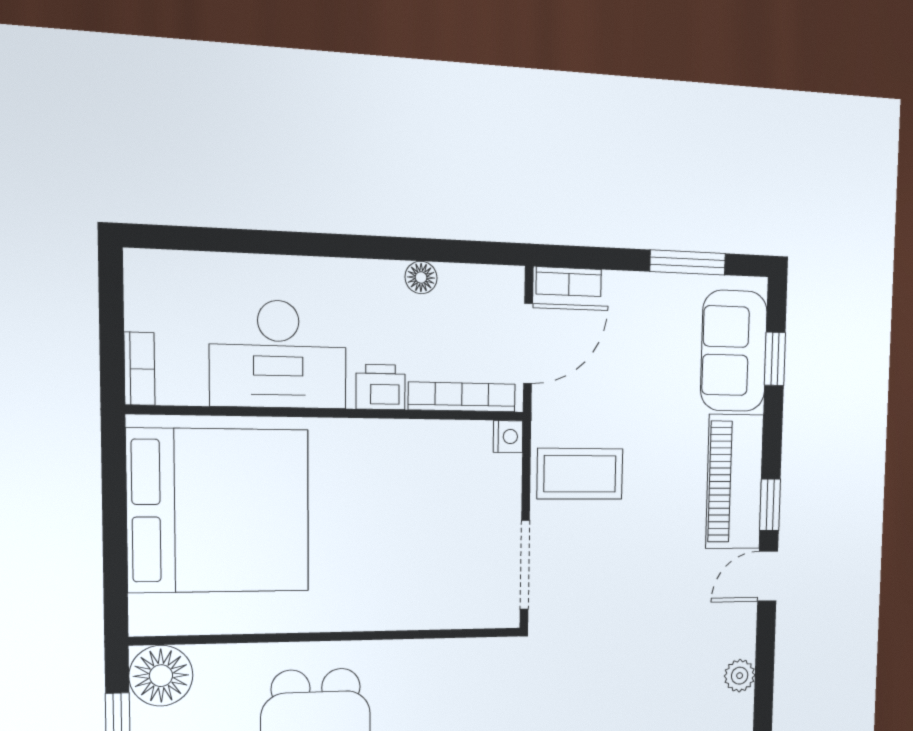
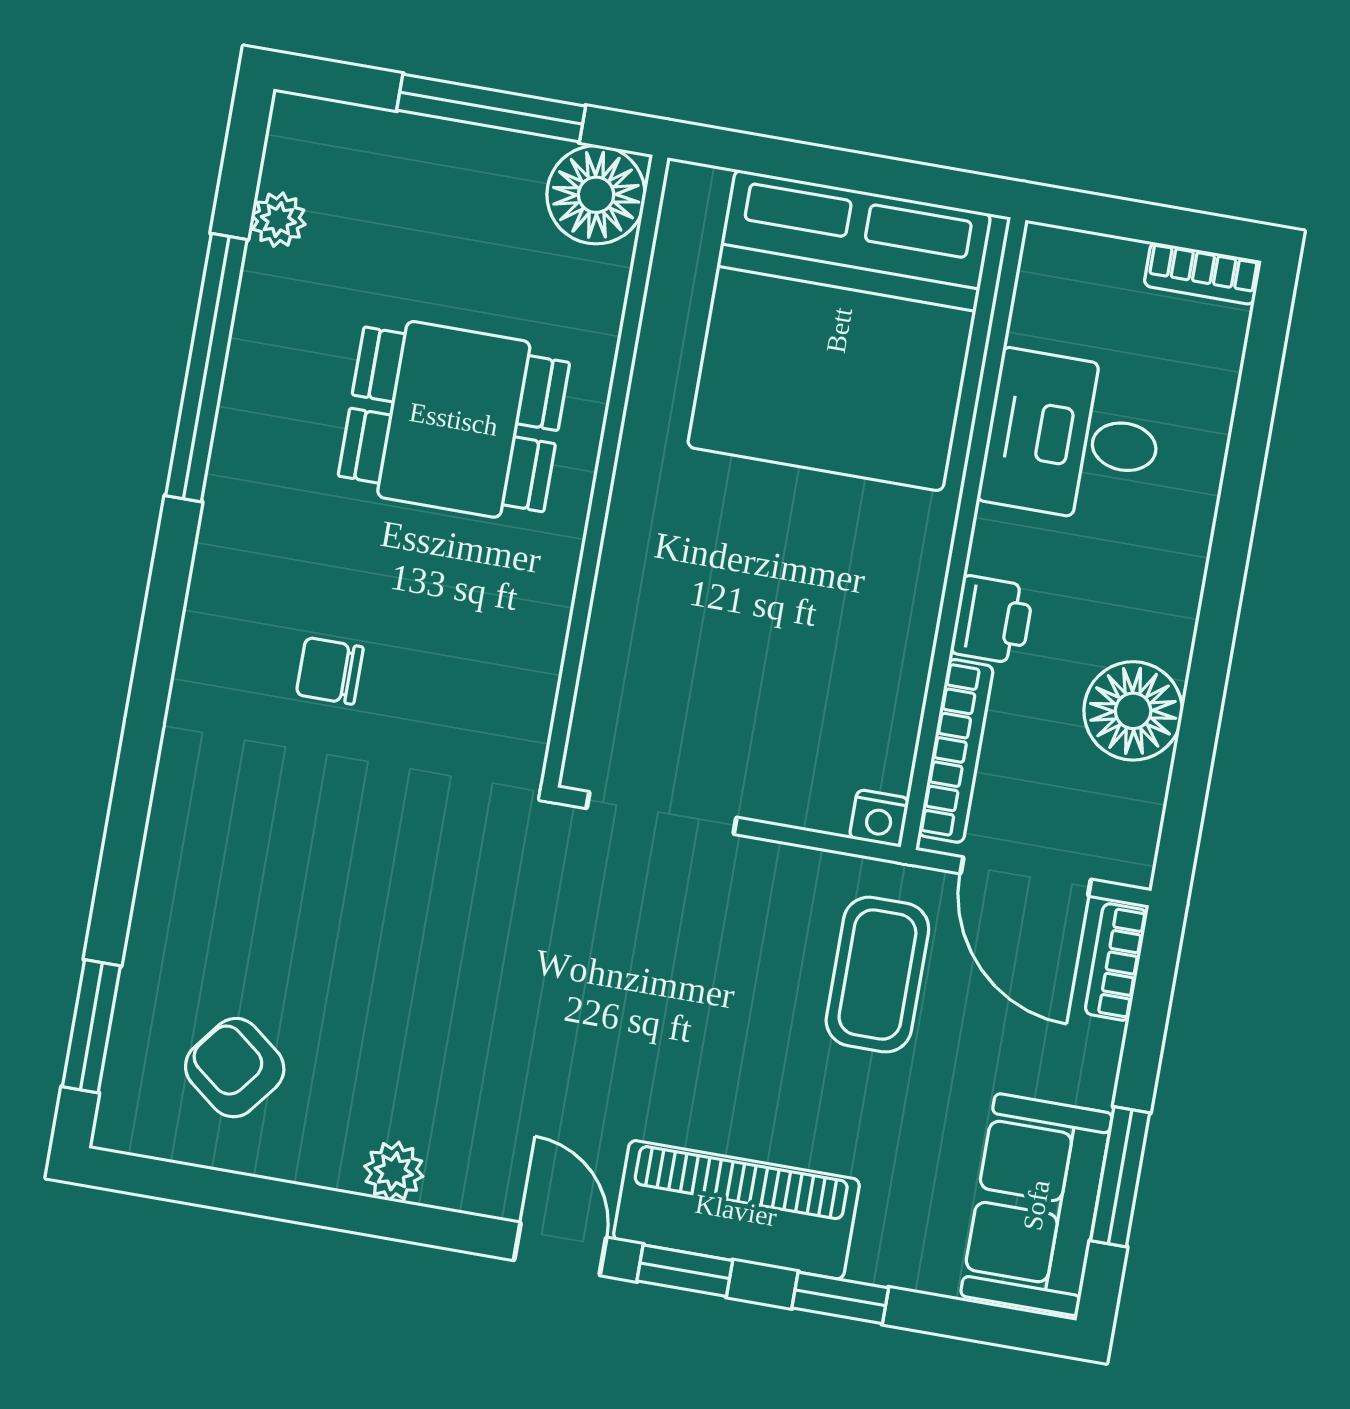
floor lamp: (421, 277) -> (1133, 711), width x1.89, depth x1.89
sofa: (734, 351) -> (1036, 1205), moved, turned -90
desk: (278, 354) -> (1073, 438), width x0.73
window: (775, 359) -> (840, 1298), moved
bookcase: (139, 369) -> (1202, 273), moved
coffee table: (580, 474) -> (877, 975), moved

